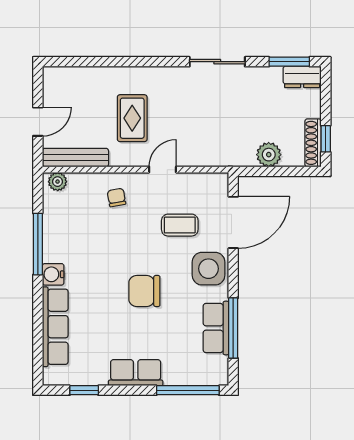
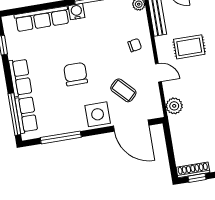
plant: (269, 155) -> (174, 106), moved
coffee table: (180, 225) -> (123, 90), turned -44
row of seats: (216, 328) -> (26, 115), moved, turned 90

